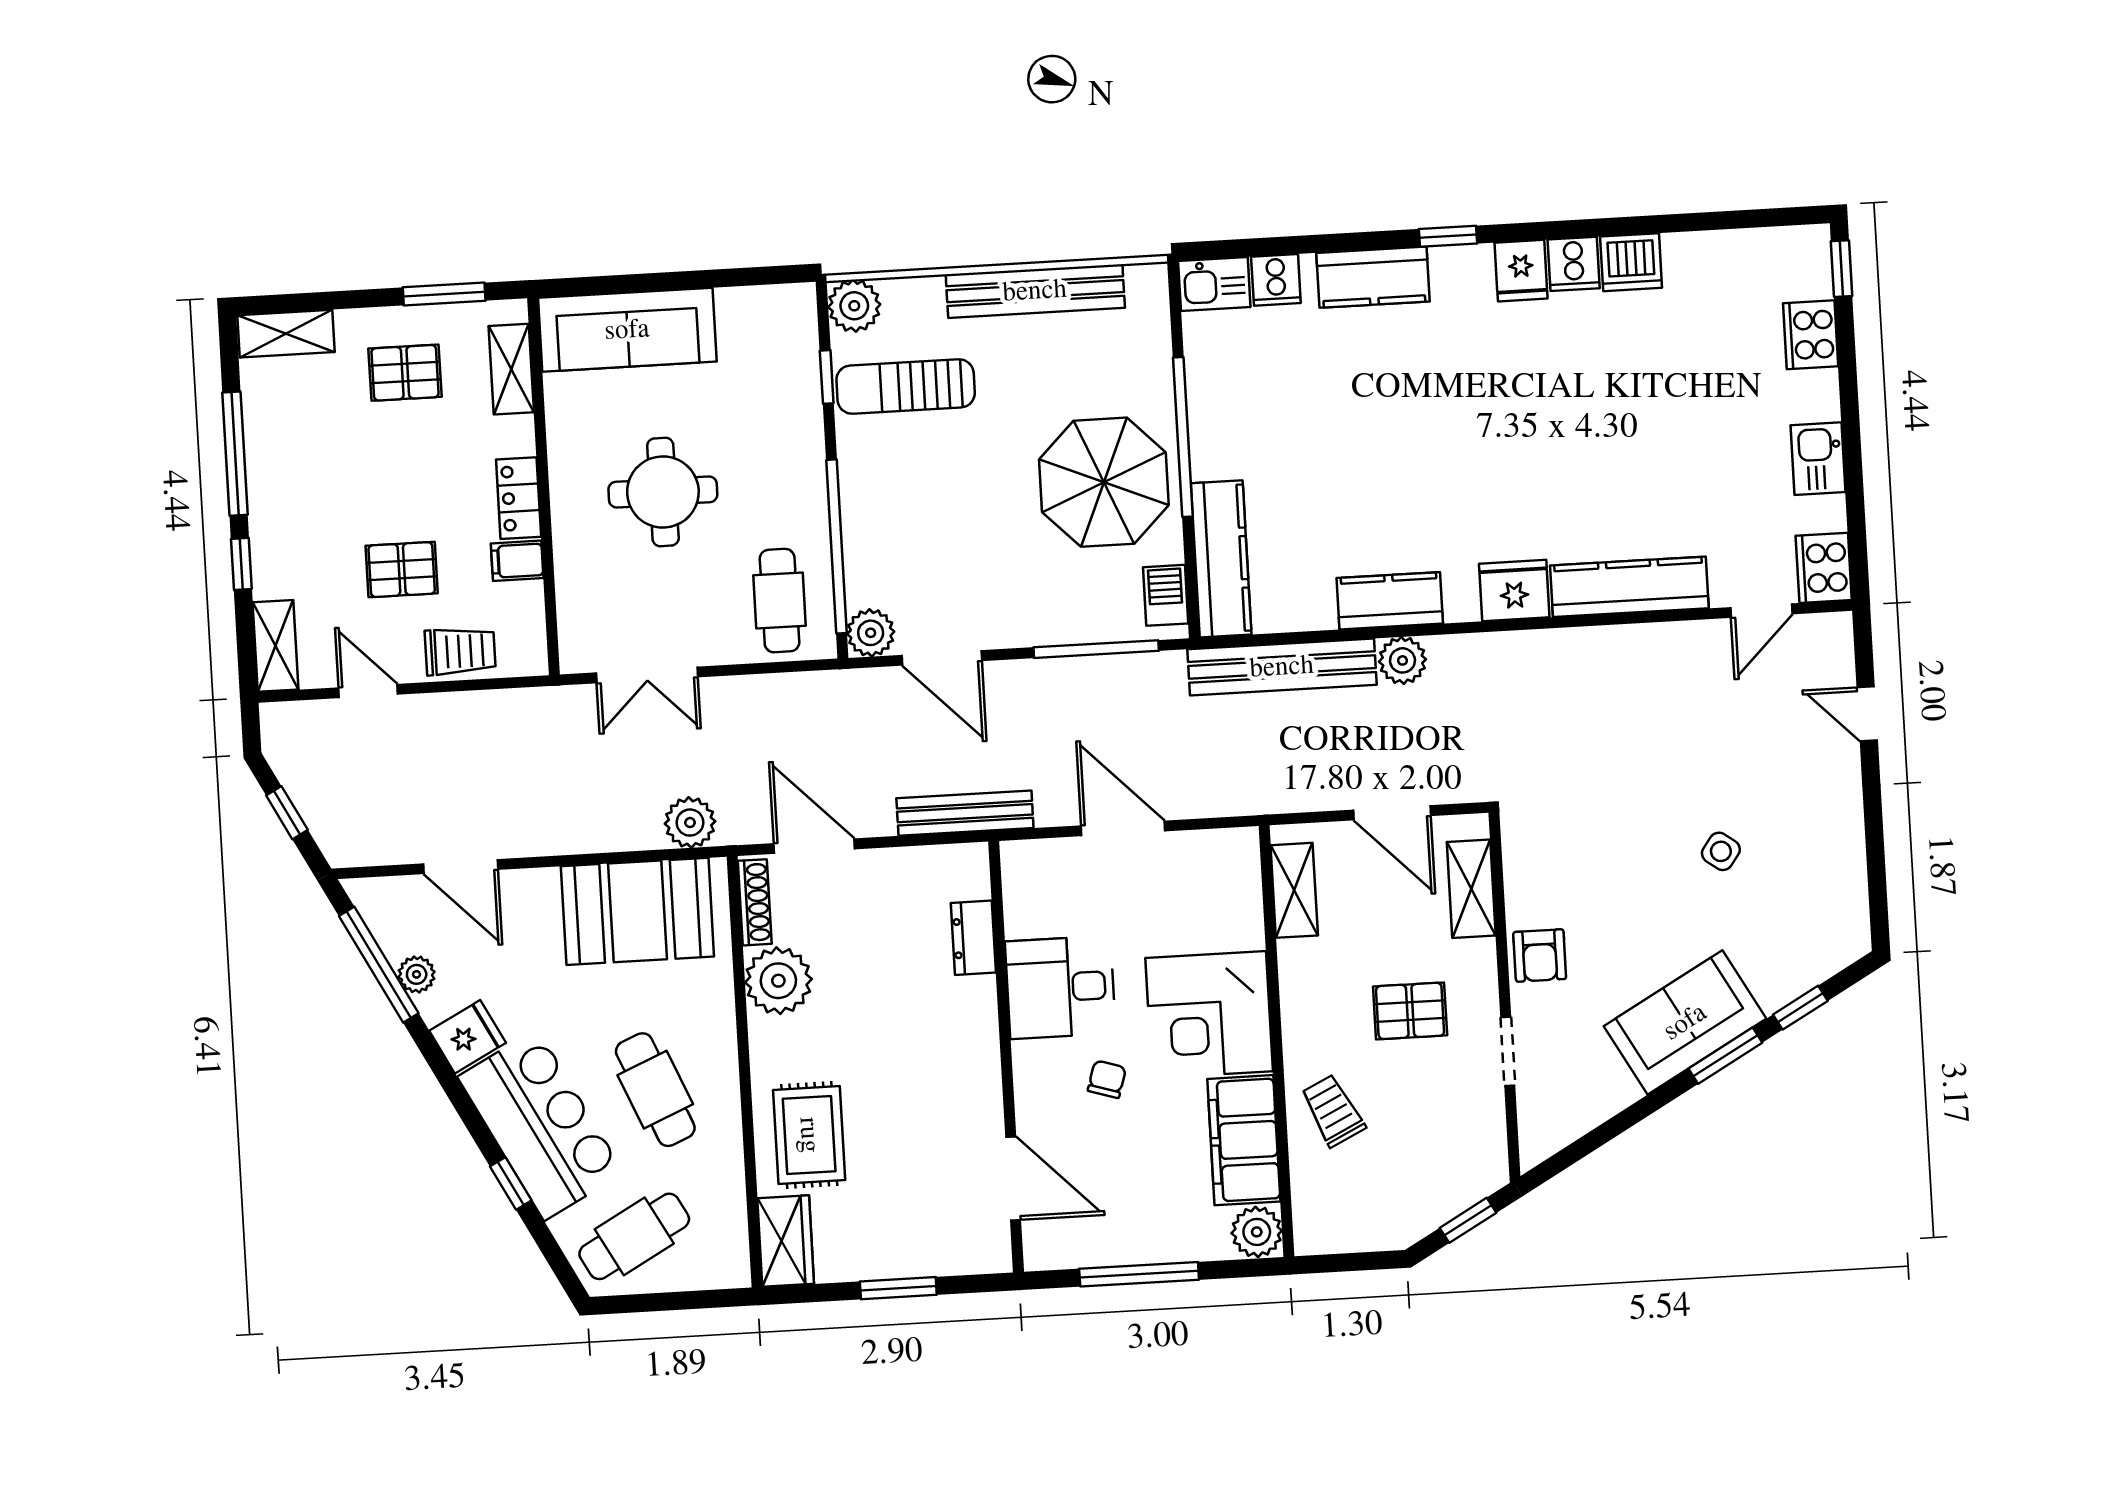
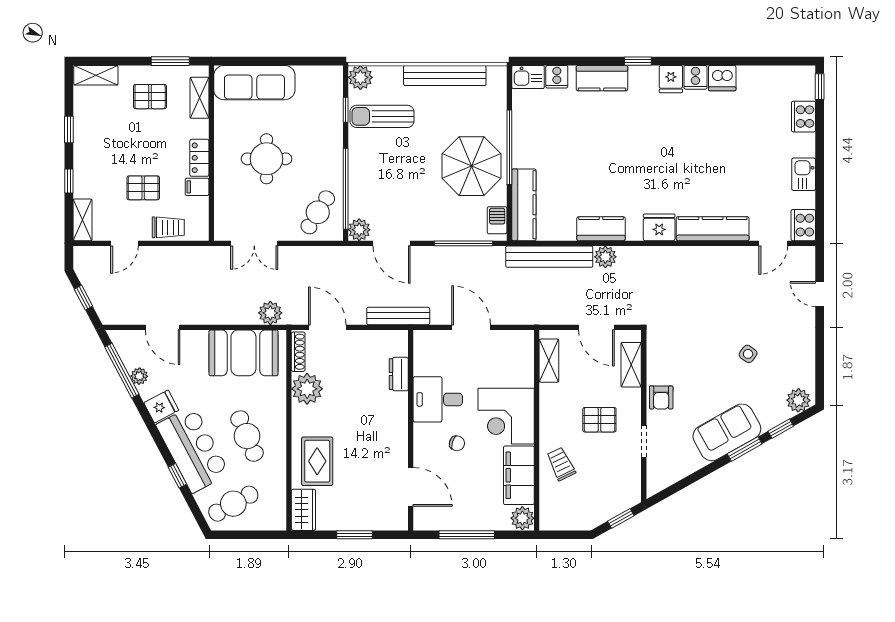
window: (235, 454) -> (69, 130), width x0.46
cafe table: (780, 601) -> (318, 212), turned 32
door: (368, 691) -> (124, 243), swing flipped
plant: (1835, 945) -> (798, 400), added
chair: (1107, 1079) -> (457, 443), turned 91

